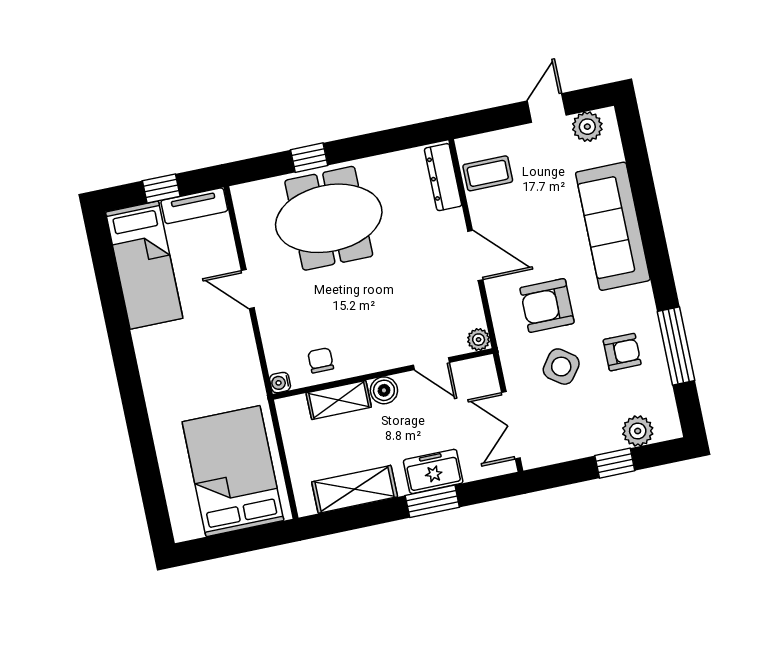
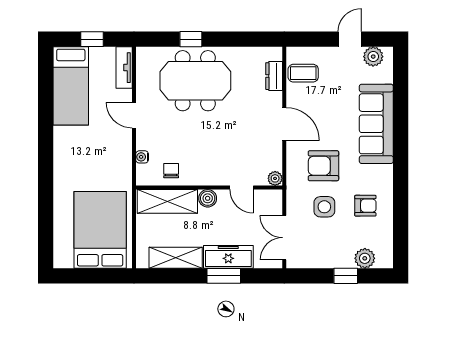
dresser: (443, 177) -> (274, 76), width x0.70
tv unit: (194, 206) -> (124, 68), moved, turned 90
window: (676, 346) -> (401, 209), removed
side table: (561, 367) -> (324, 207), turned -36
water cooler: (280, 383) -> (142, 157), moved
shelving: (339, 400) -> (167, 201), width x1.50, depth x1.33
freezer: (433, 471) -> (228, 257), width x1.40

